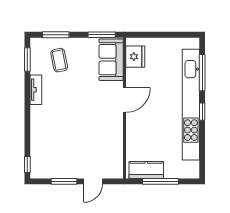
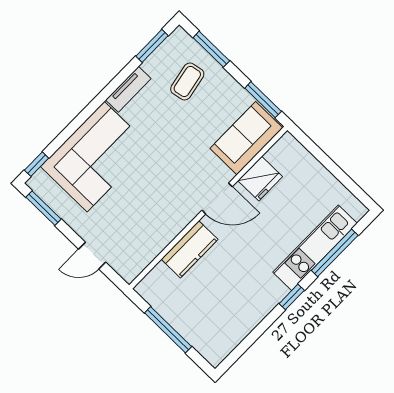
fridge: (135, 57) -> (260, 179), moved
kitchen unit: (191, 105) -> (315, 248), width x0.54
corner sofa: (51, 135) -> (96, 157), added
kitchen counter: (146, 170) -> (190, 249), moved, turned 90
window: (64, 181) -> (43, 208), moved

